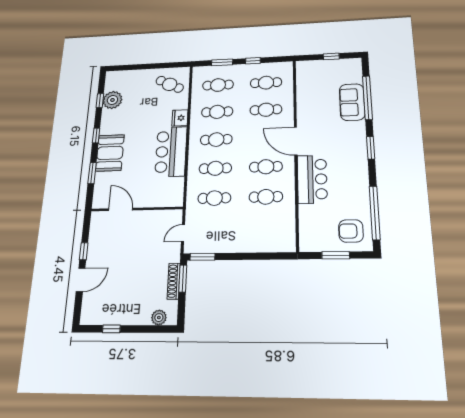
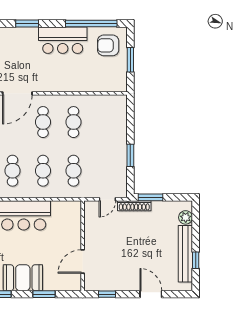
bar counter: (312, 179) -> (63, 40), moved, turned 180
armchair: (351, 231) -> (108, 45), turned 90
door: (183, 233) -> (107, 199), hinge flipped
window: (84, 251) -> (107, 294), moved
window: (202, 257) -> (130, 155), moved
shoe rack: (174, 281) -> (134, 206), moved
bench: (120, 317) -> (185, 254), added

